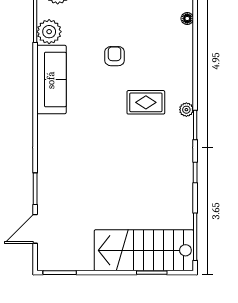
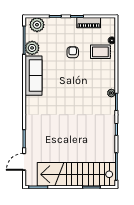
armchair: (115, 56) -> (73, 52), moved
rug: (146, 102) -> (100, 52), moved
stairs: (144, 250) -> (76, 174), width x1.36

